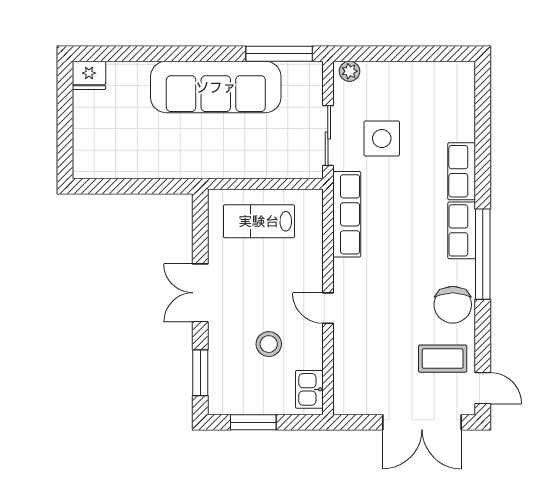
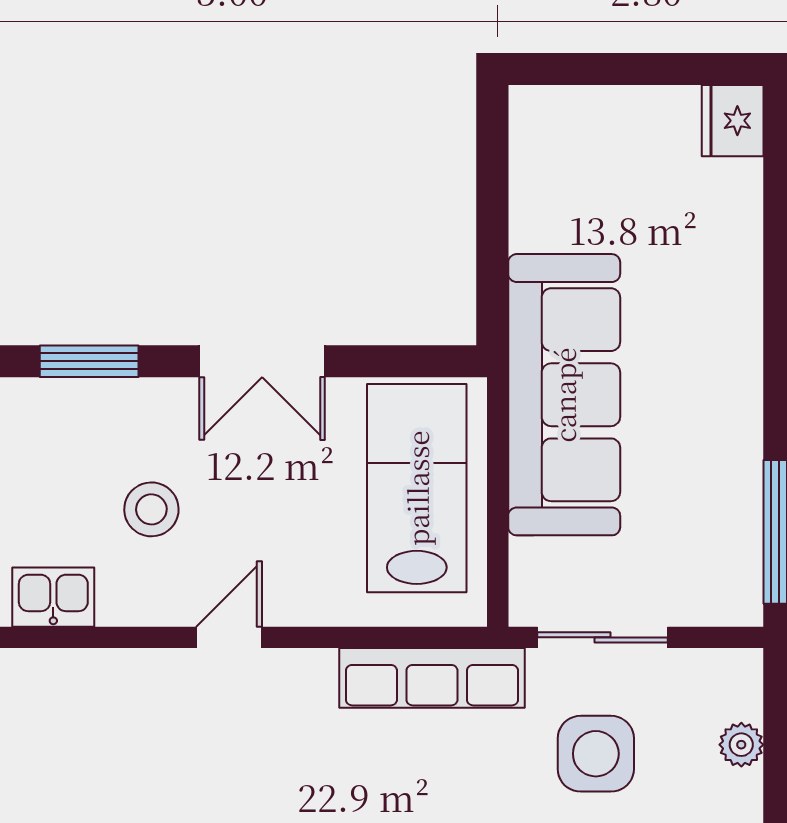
plant: (350, 71) -> (741, 745), moved
sofa: (216, 87) -> (564, 395), moved, turned 180
lab bench: (259, 221) -> (417, 488), width x1.36, depth x1.39
double door: (200, 293) -> (262, 361), swing flipped

